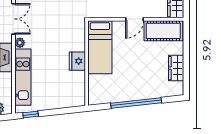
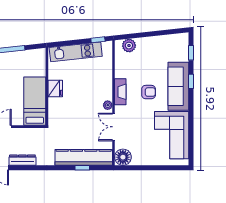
kitchen unit: (23, 77) -> (76, 52), moved, turned -96

